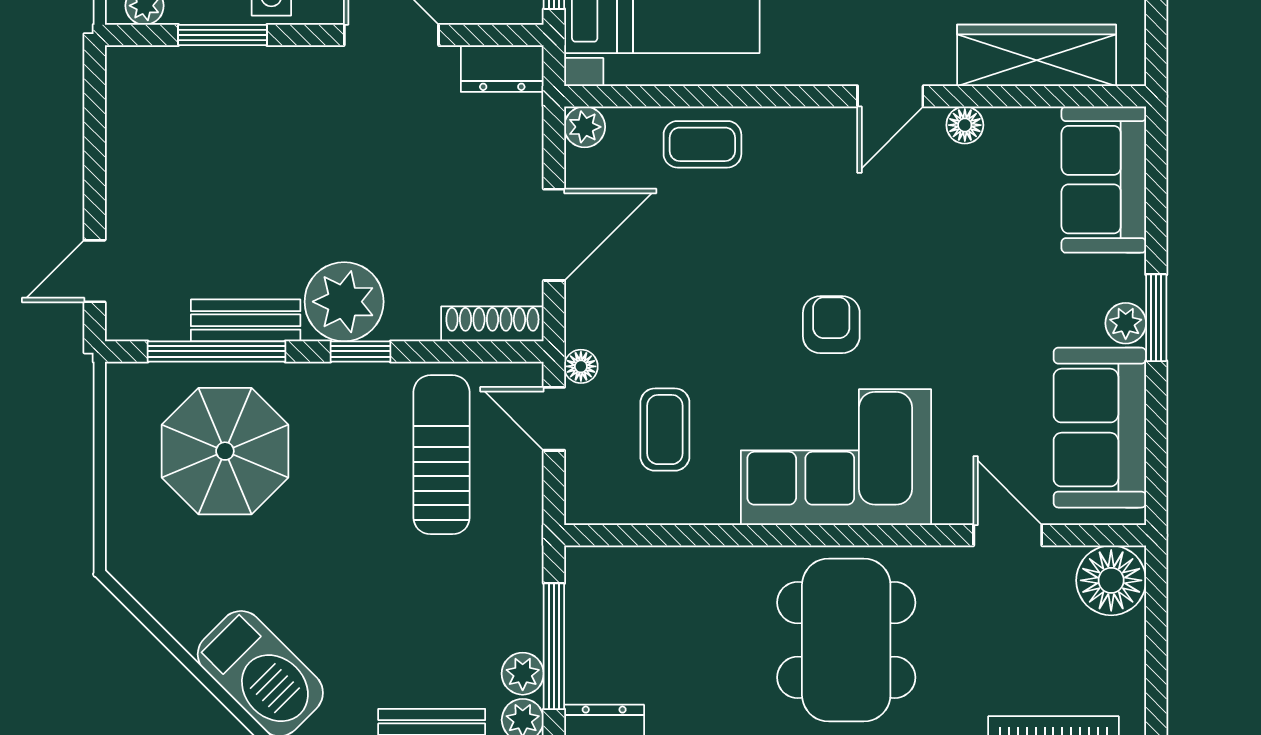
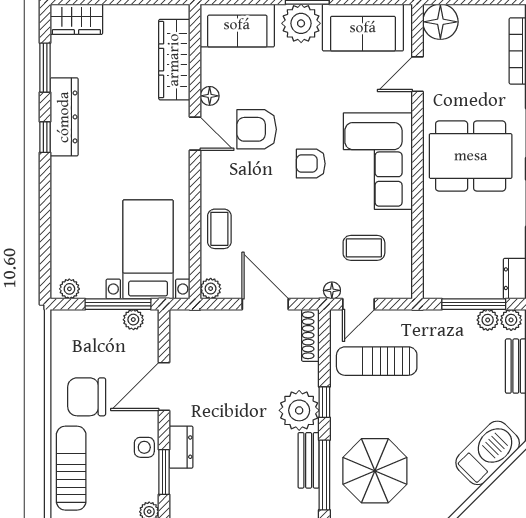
dresser: (502, 69) -> (181, 447), moved
armchair: (899, 218) -> (257, 129), added
plant: (1126, 323) -> (301, 23), width x1.88, depth x1.88

